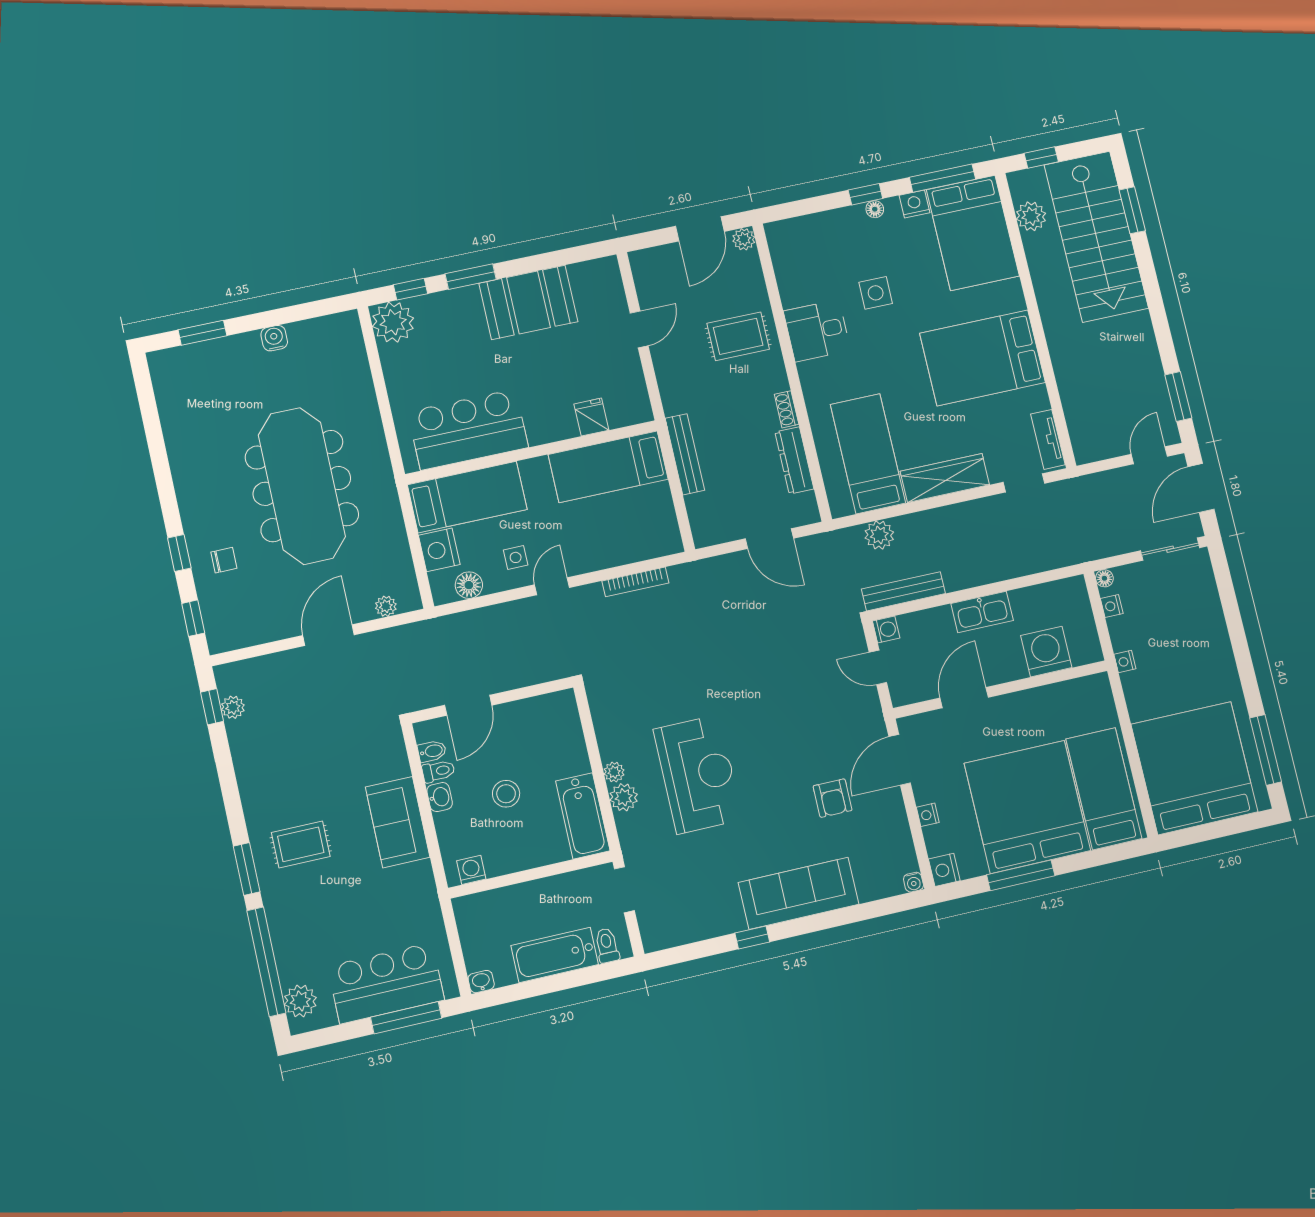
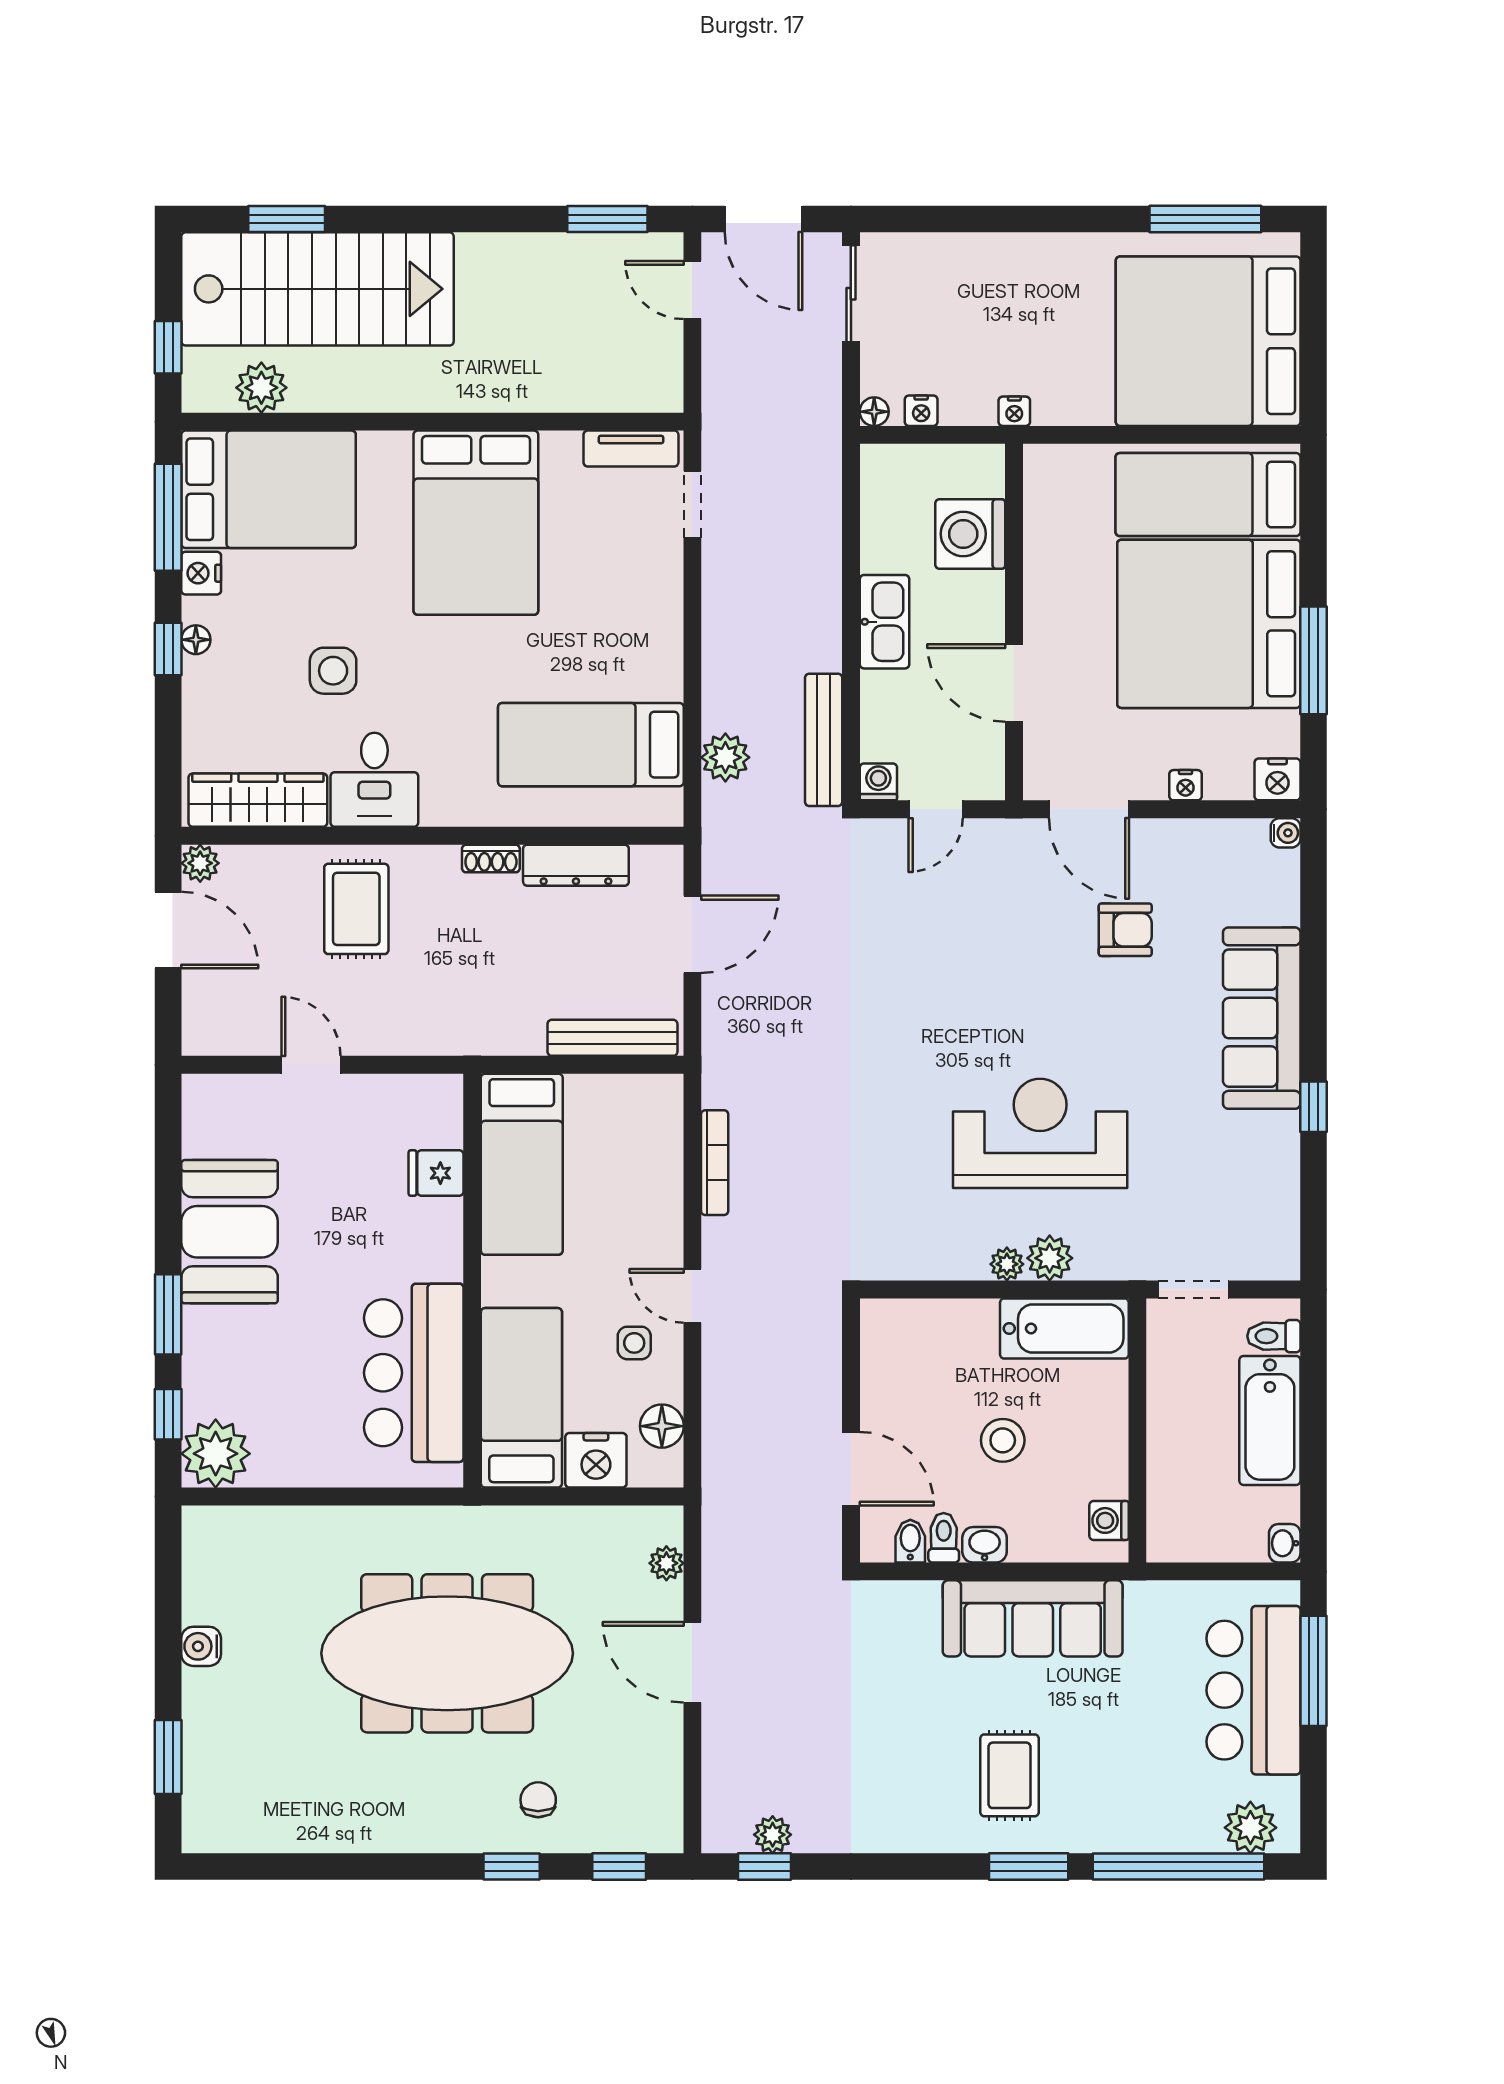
bench: (685, 454) -> (612, 1038), moved
wardrobe: (945, 478) -> (258, 800), moved, turned 90
sofa: (398, 822) -> (1033, 1618), width x1.36

